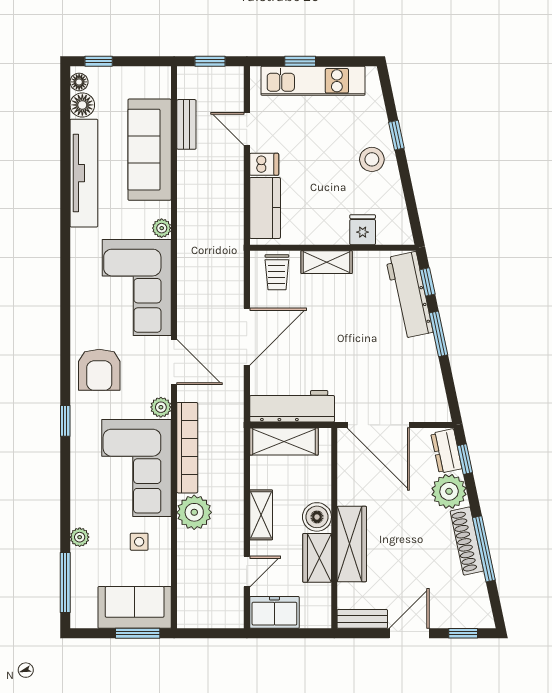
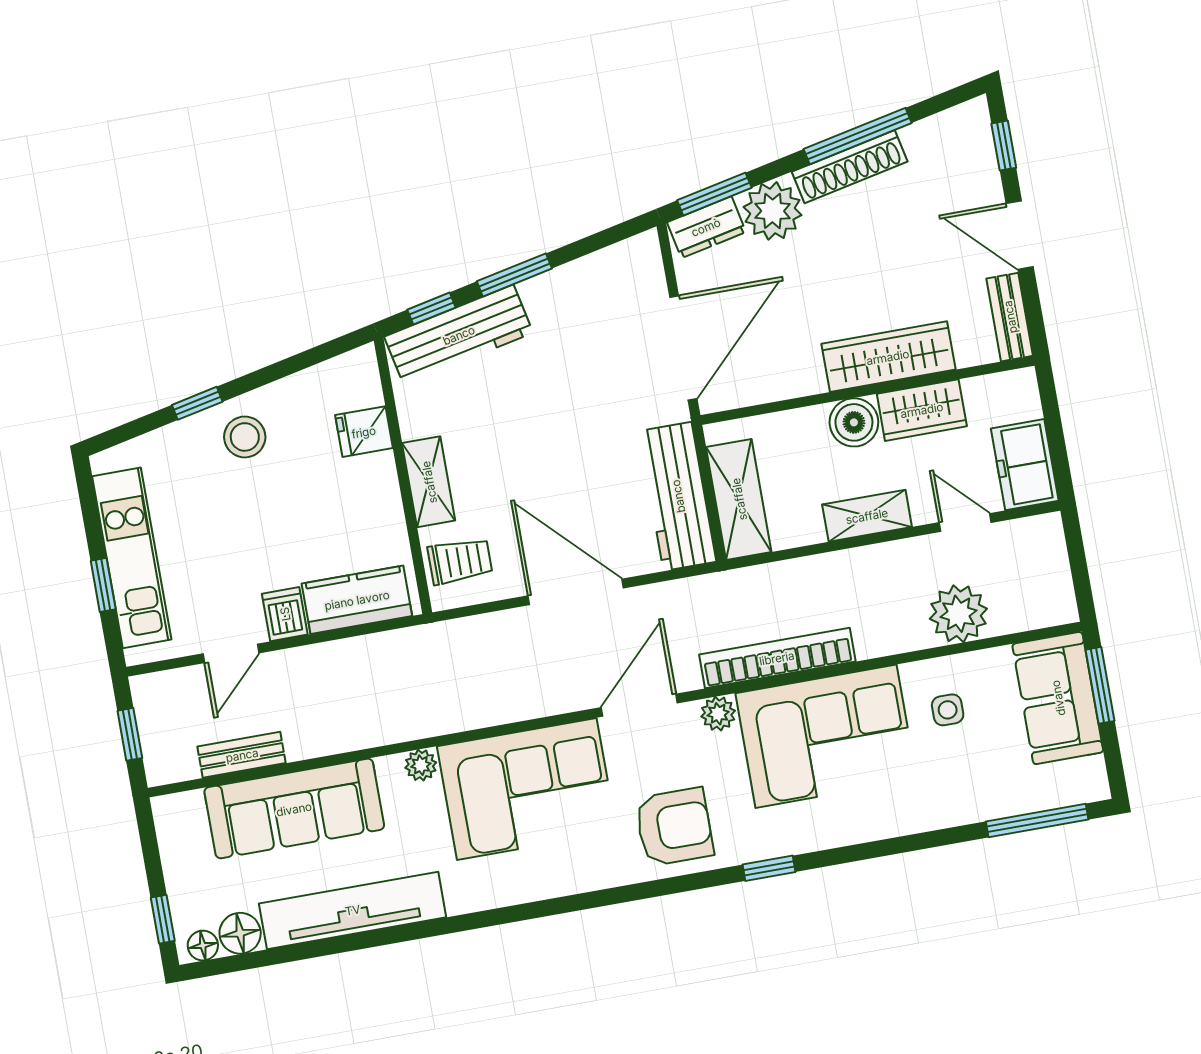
window: (465, 459) -> (714, 194), width x1.50
plant: (194, 512) -> (958, 614), moved
plant: (80, 537) -> (958, 810), removed

